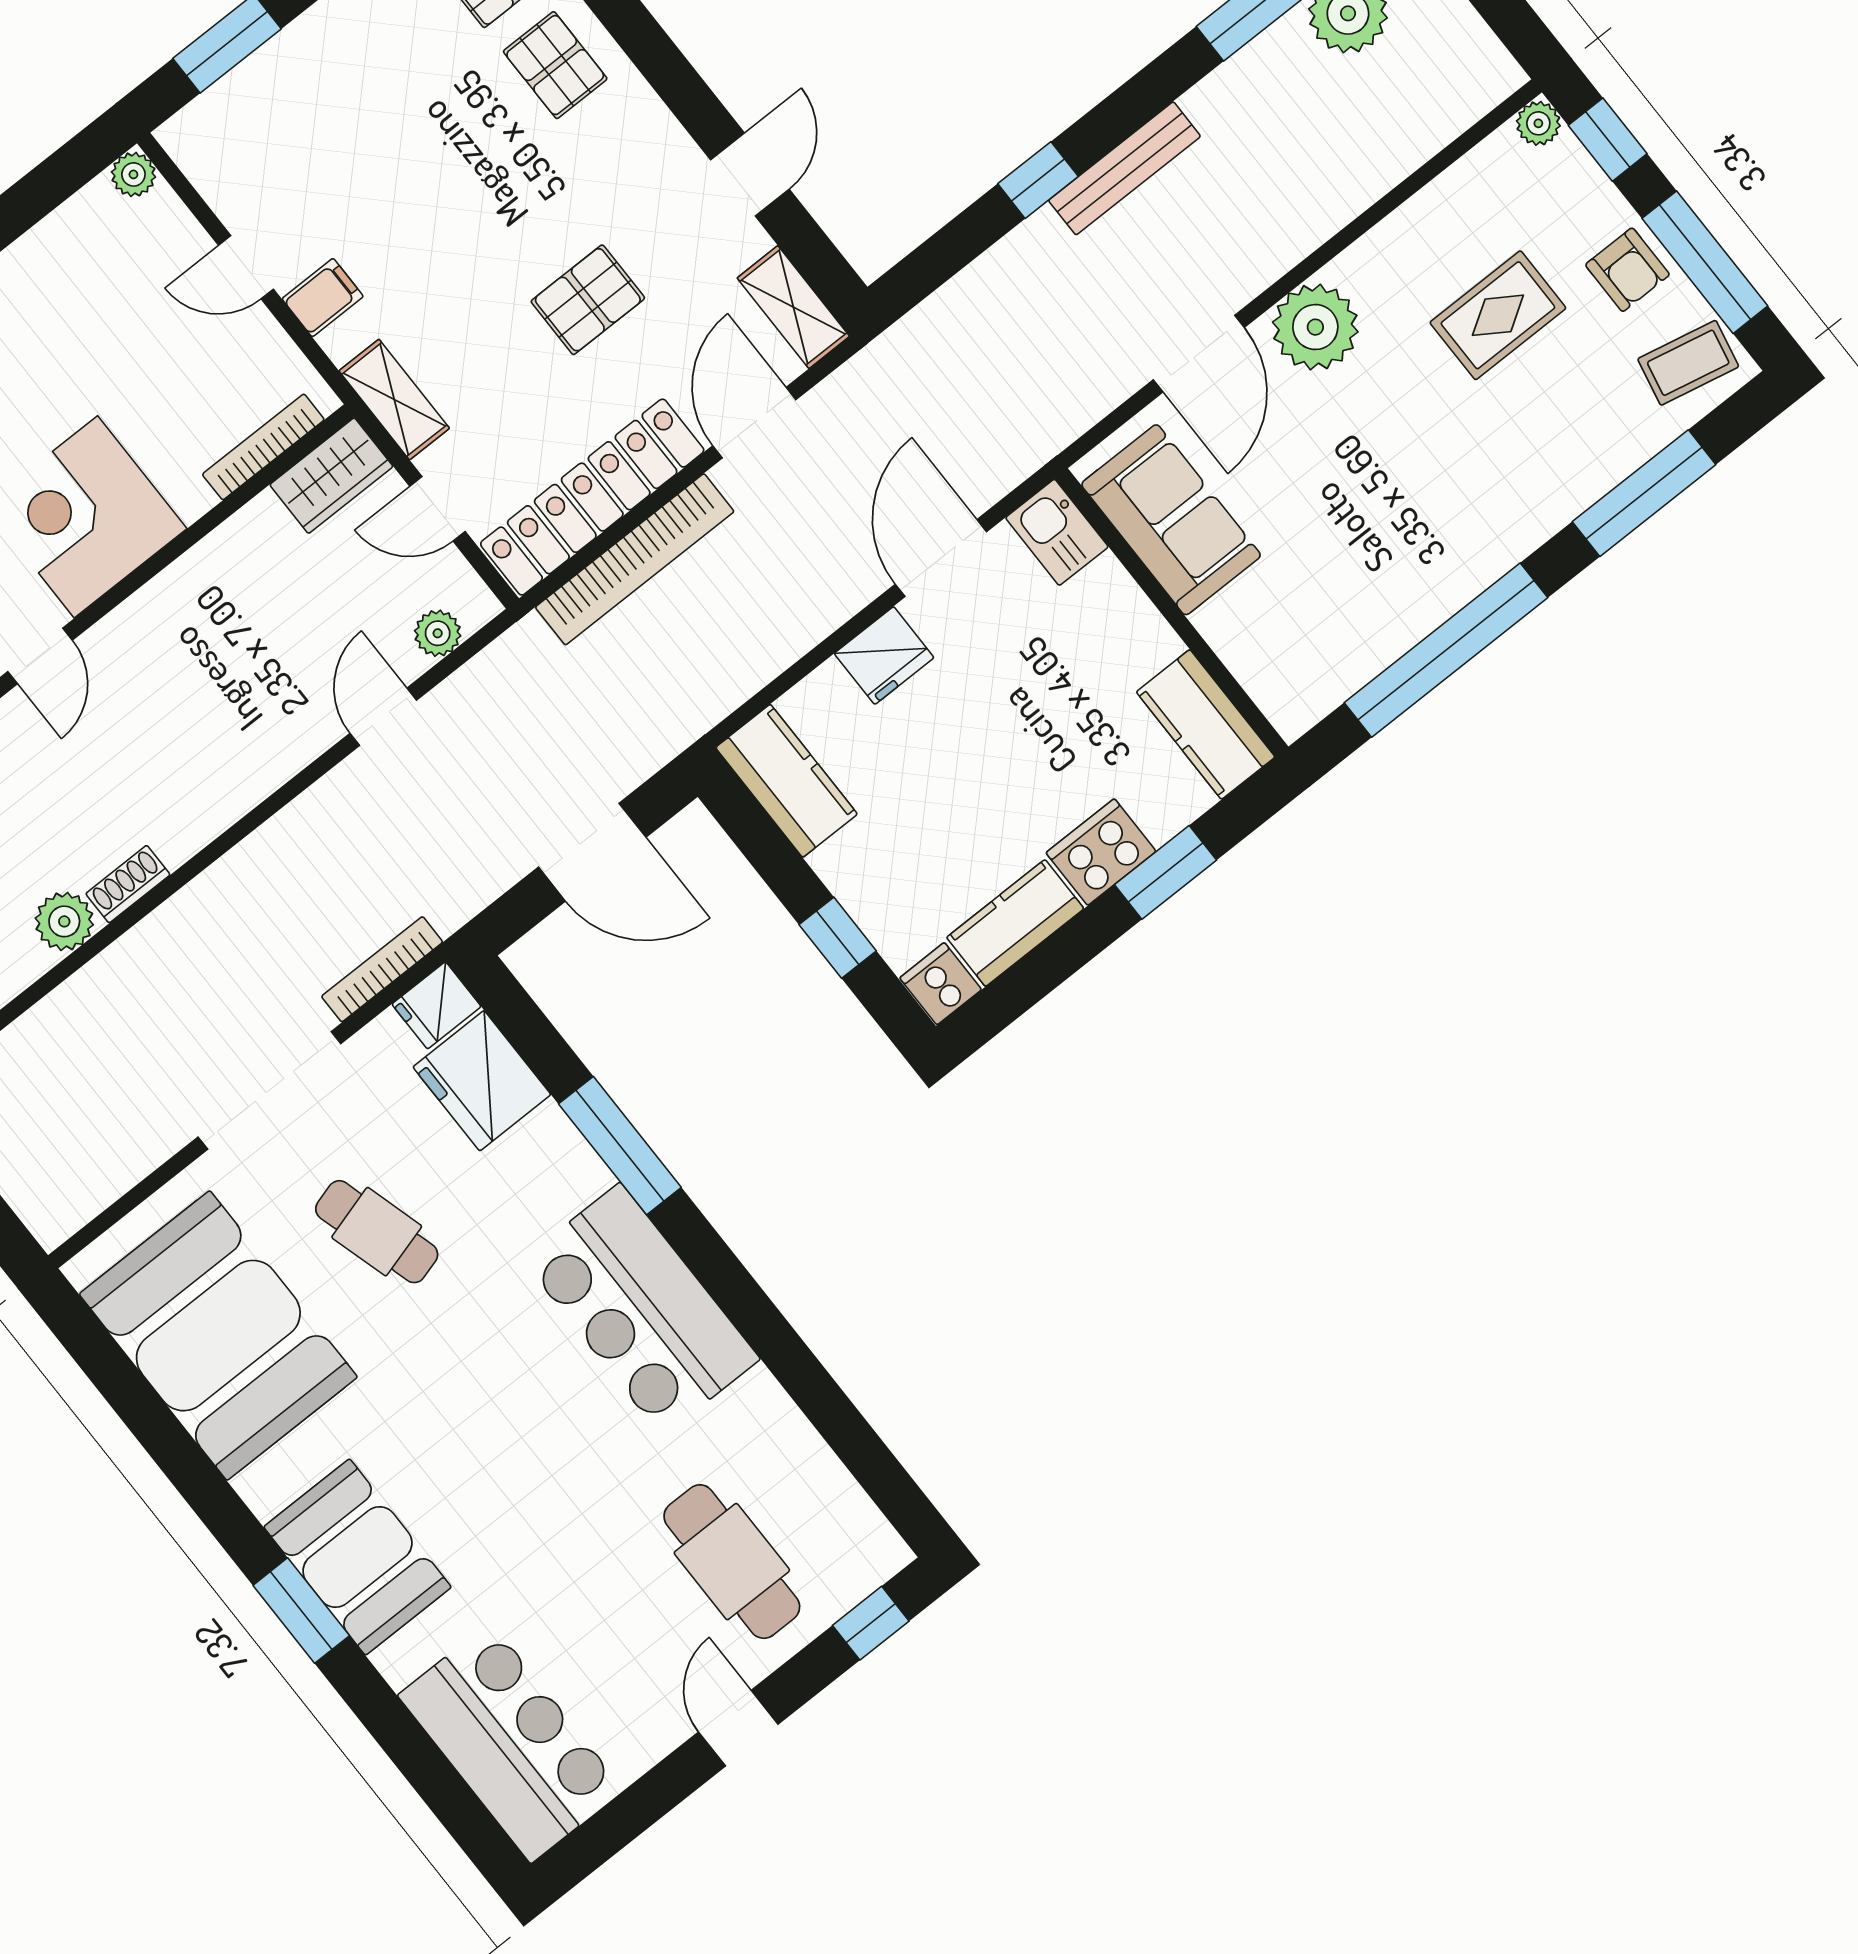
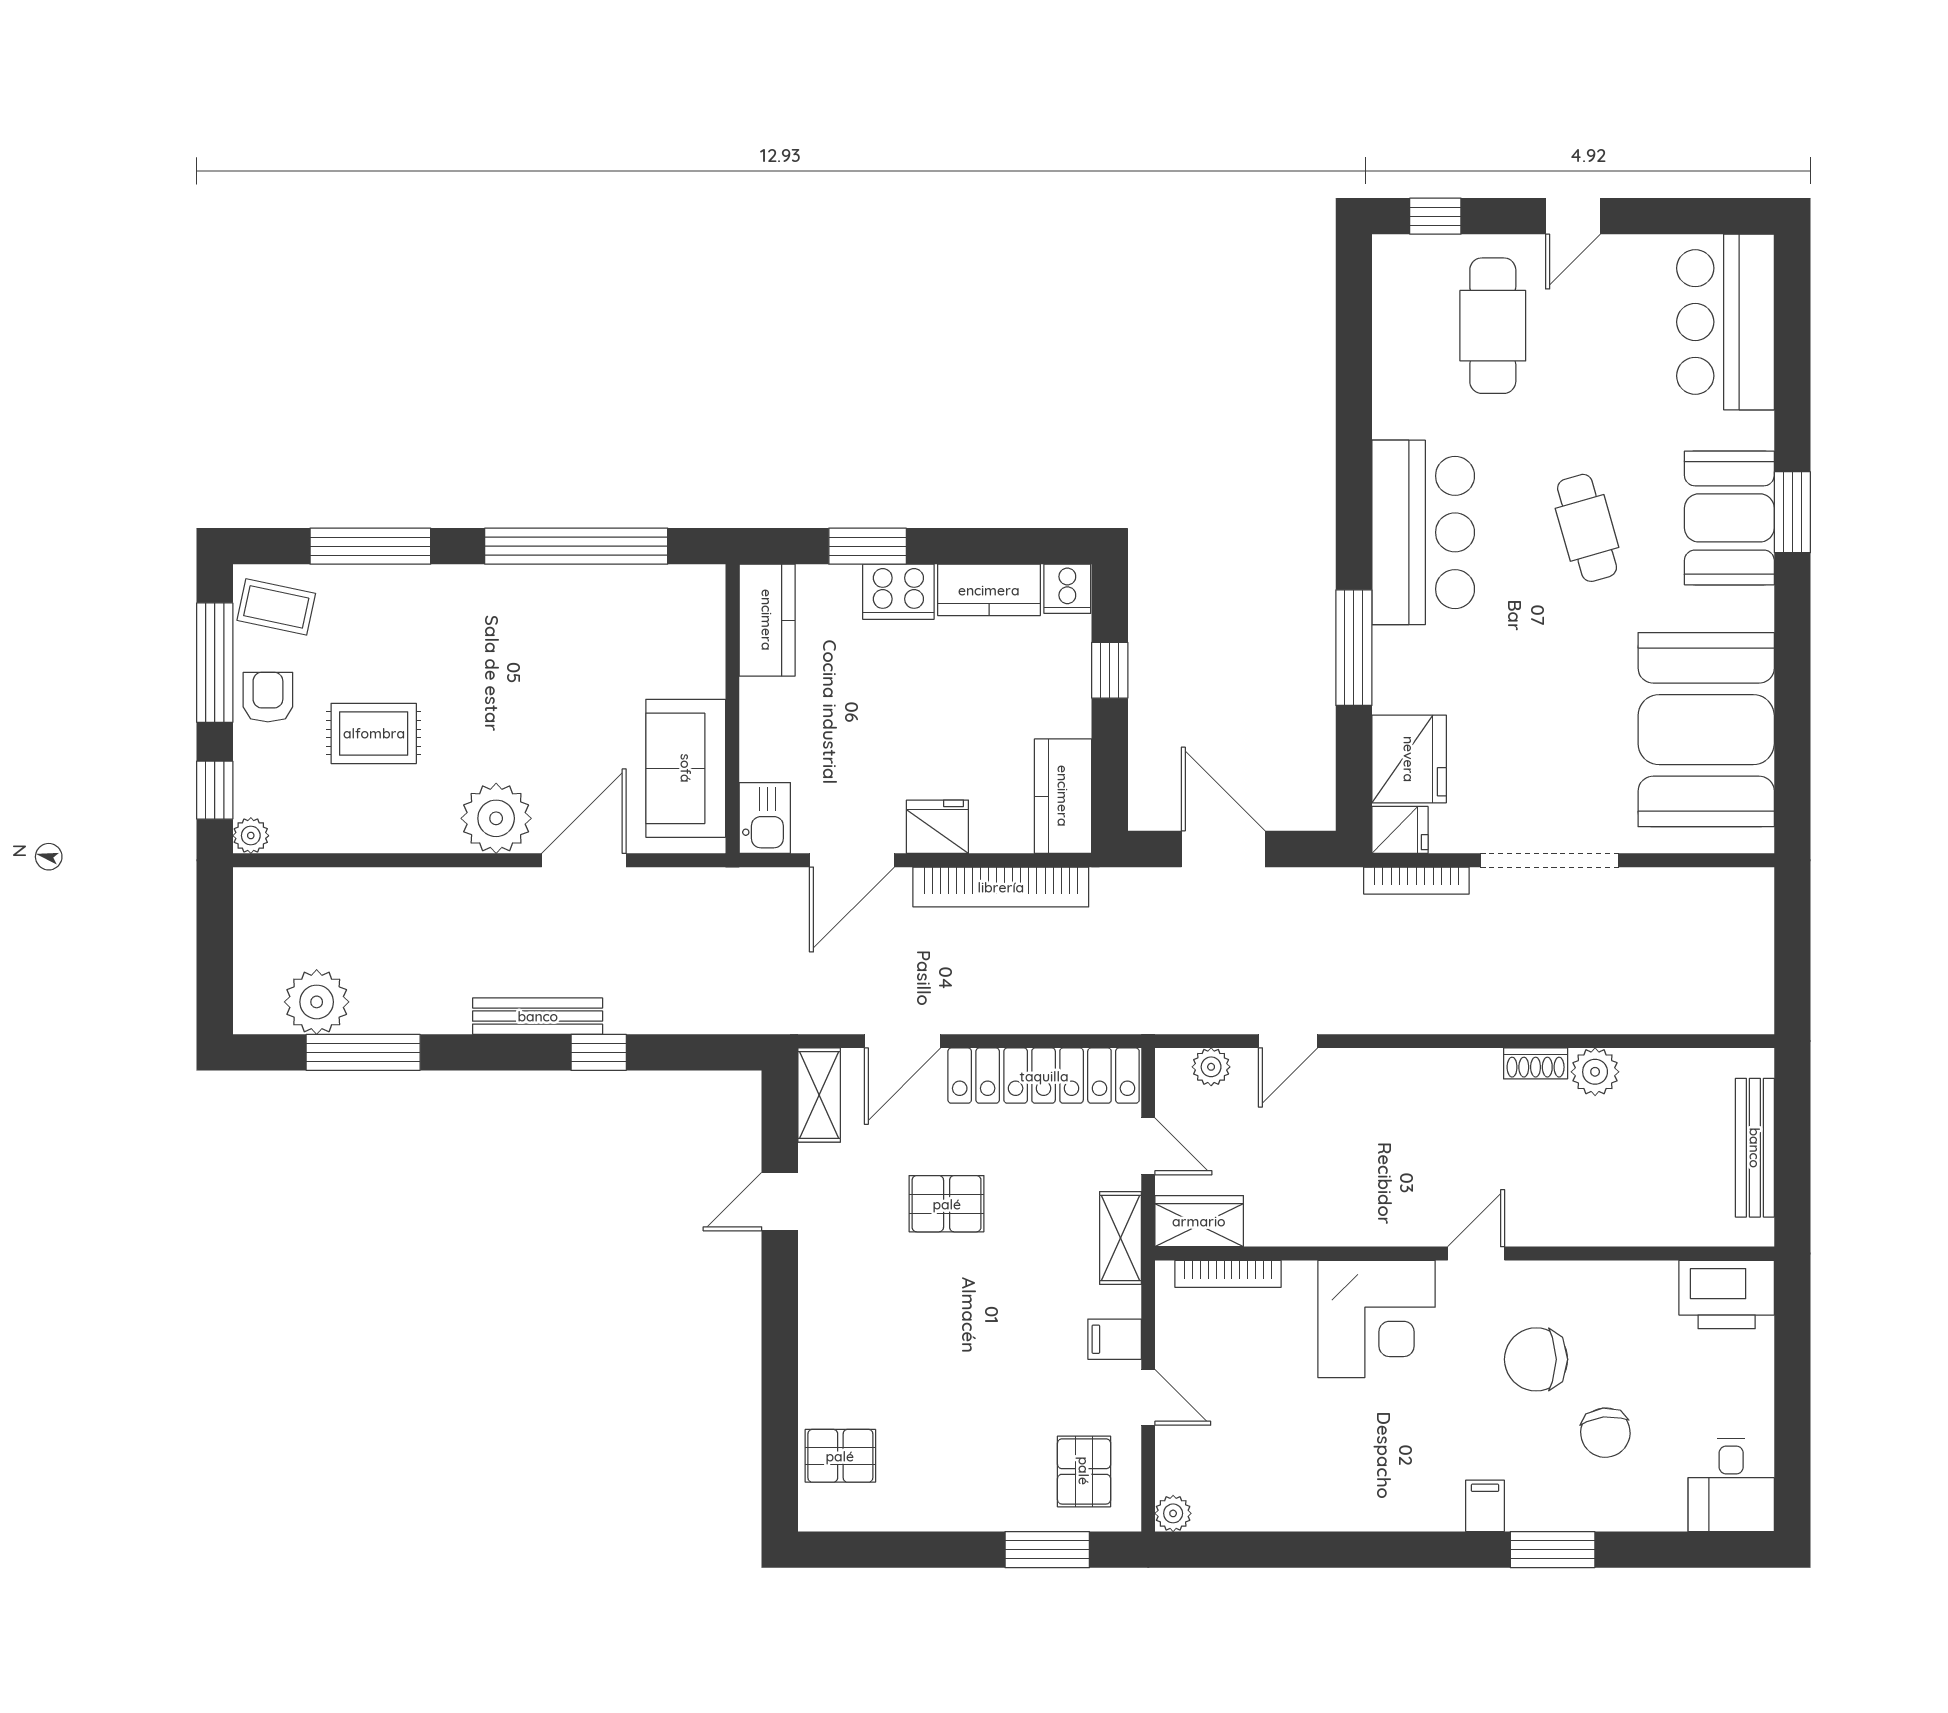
pallet: (555, 65) -> (1084, 1471), moved
bookcase: (635, 559) -> (1001, 887), moved, turned 180
cafe table: (377, 1232) -> (1587, 528), moved

